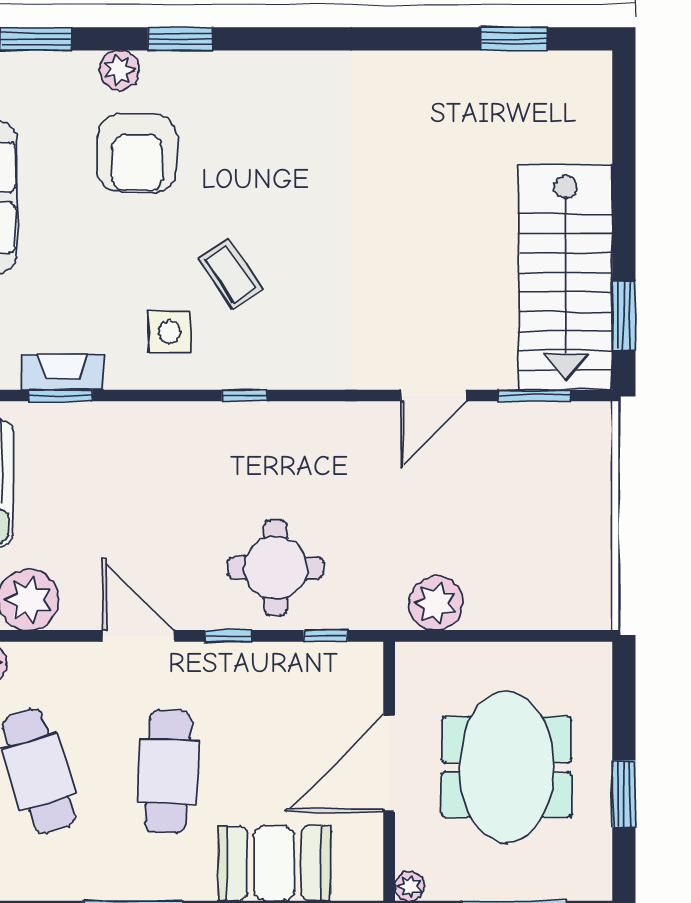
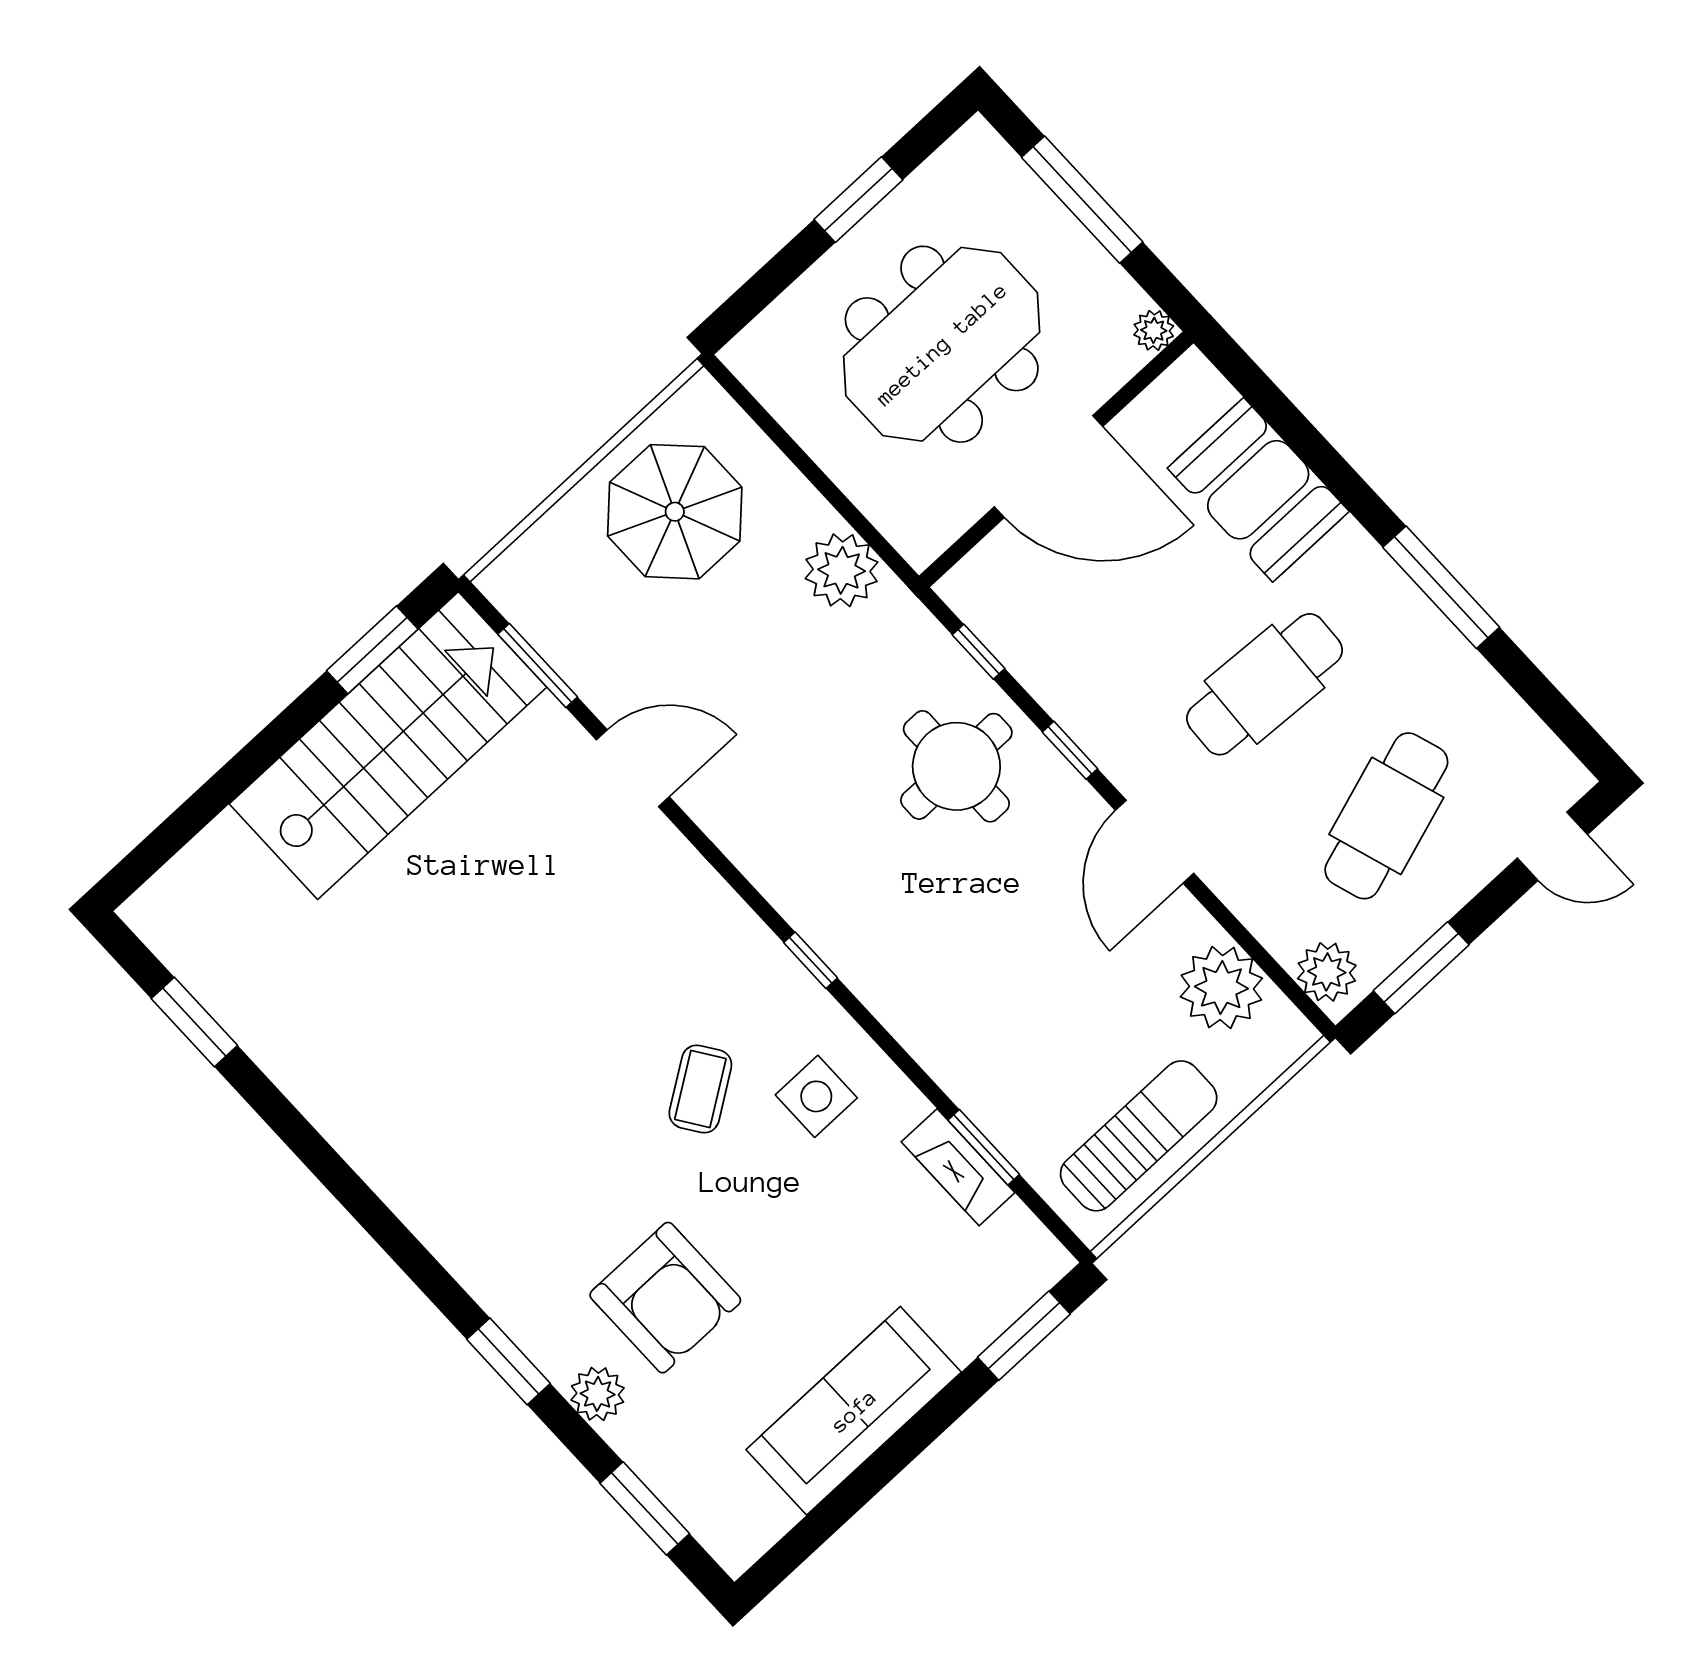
armchair: (137, 153) -> (665, 1298), turned 90
parasol: (549, 544) -> (675, 512), added

